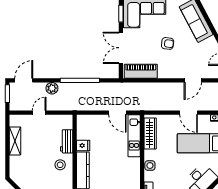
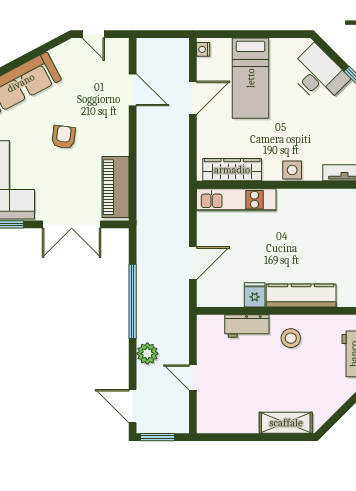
door: (117, 113) -> (193, 263), moved
shelving: (15, 141) -> (286, 423), moved

